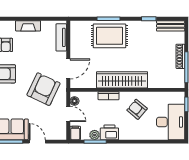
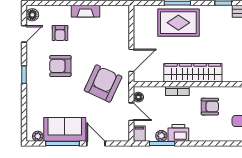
tv unit: (61, 37) -> (123, 24), removed
armchair: (137, 109) -> (210, 107), turned 140

